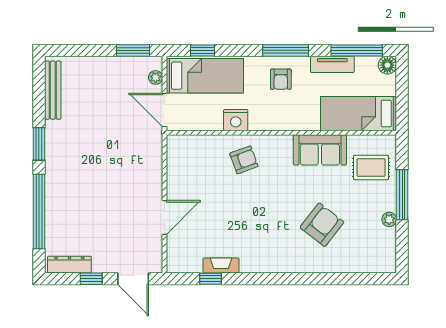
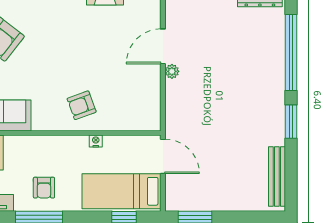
plant: (156, 77) -> (172, 71), moved
armchair: (281, 79) -> (44, 188), turned 180
nightstand: (236, 120) -> (96, 141), width x0.53, depth x0.56

